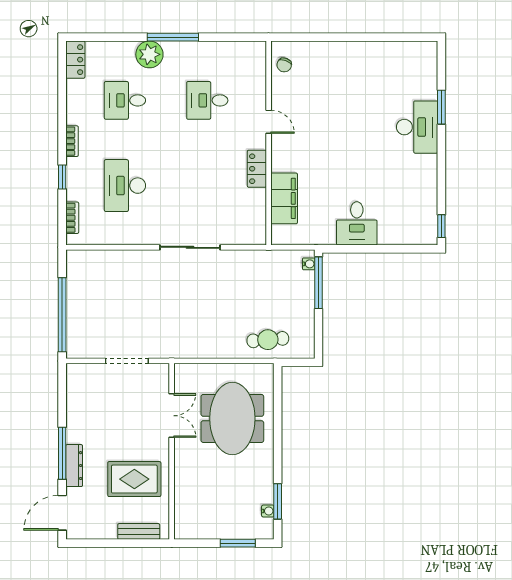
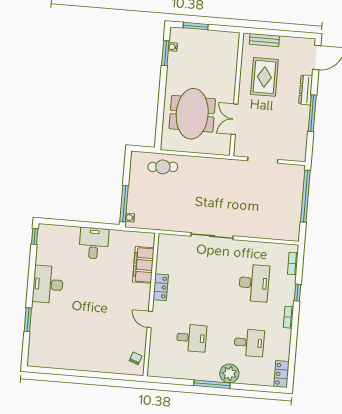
desk: (417, 127) -> (48, 284), moved
window: (62, 453) -> (312, 113), moved
rug: (134, 479) -> (264, 77), turned 90

